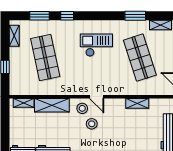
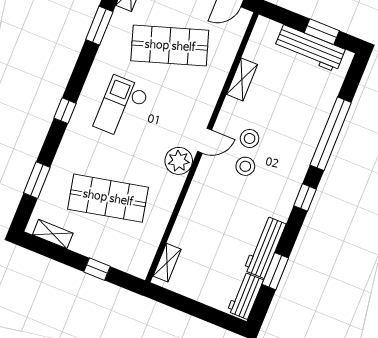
window: (67, 16) -> (65, 111), moved
plant: (80, 87) -> (179, 161), added
shelving: (52, 105) -> (189, 218), removed
stool: (82, 108) -> (250, 138), moved

